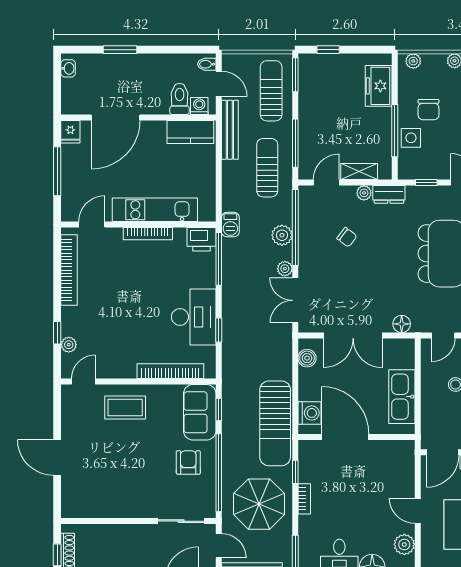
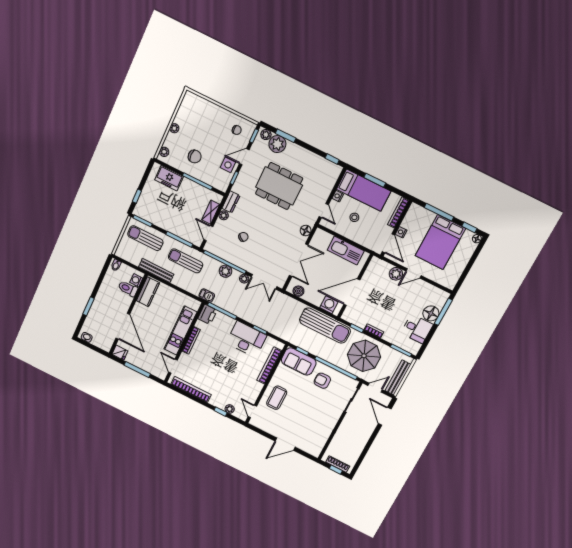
door: (219, 84) -> (129, 264), removed
side table: (411, 138) -> (228, 165), moved
plant: (404, 544) -> (396, 274), moved

